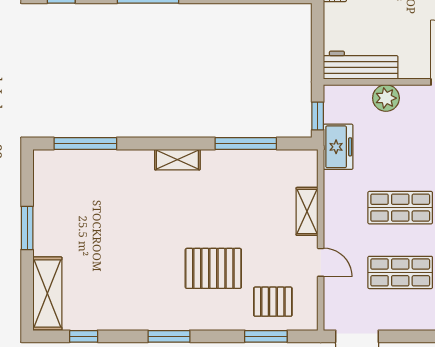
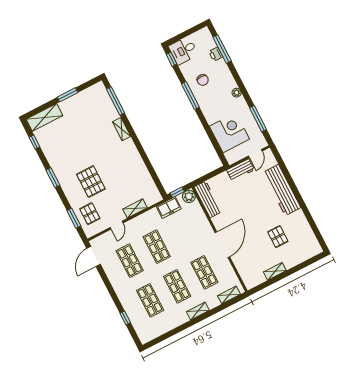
plant: (386, 98) -> (189, 196), moved
window: (246, 144) -> (150, 168), removed
shelving: (177, 160) -> (122, 129), moved

